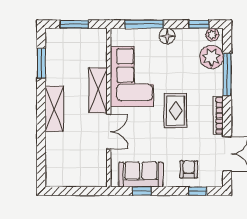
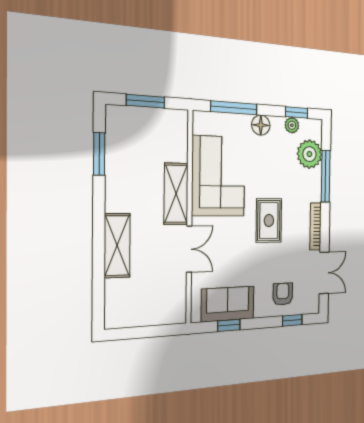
plant: (212, 35) -> (292, 125), moved
shelving: (54, 109) -> (117, 245), moved

